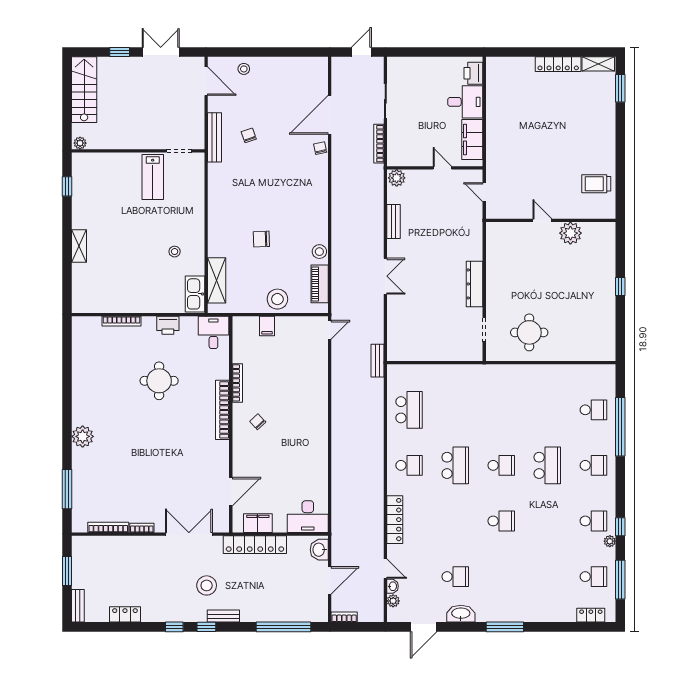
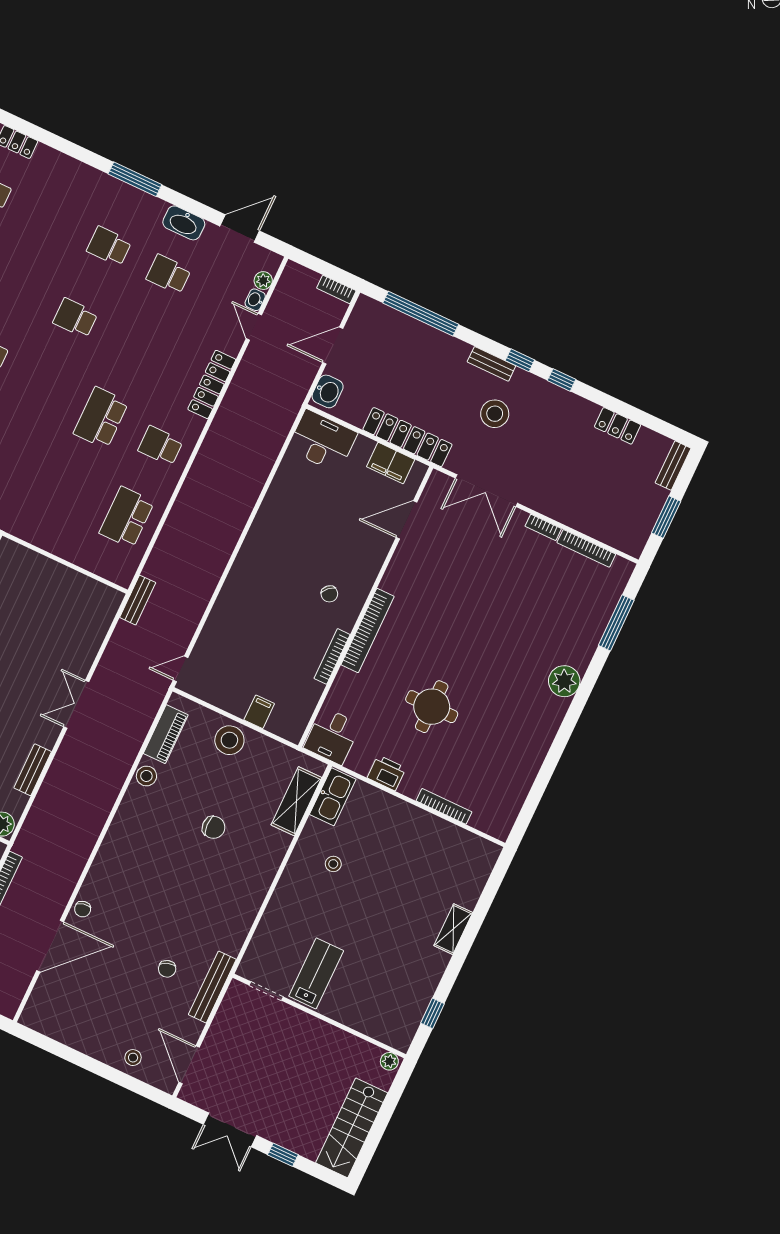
school desk: (501, 465) -> (109, 246), moved

